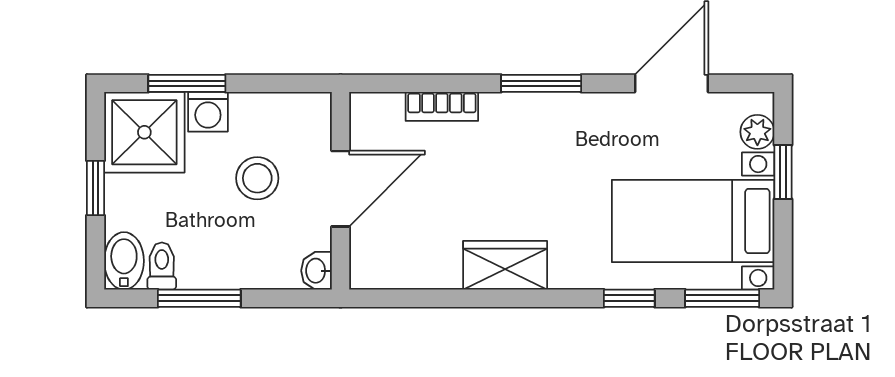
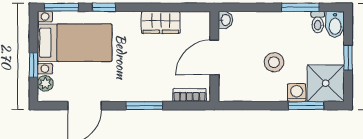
door: (340, 189) -> (214, 57), moved
wall: (340, 191) -> (214, 56), moved
washbasin: (317, 271) -> (225, 20), moved

